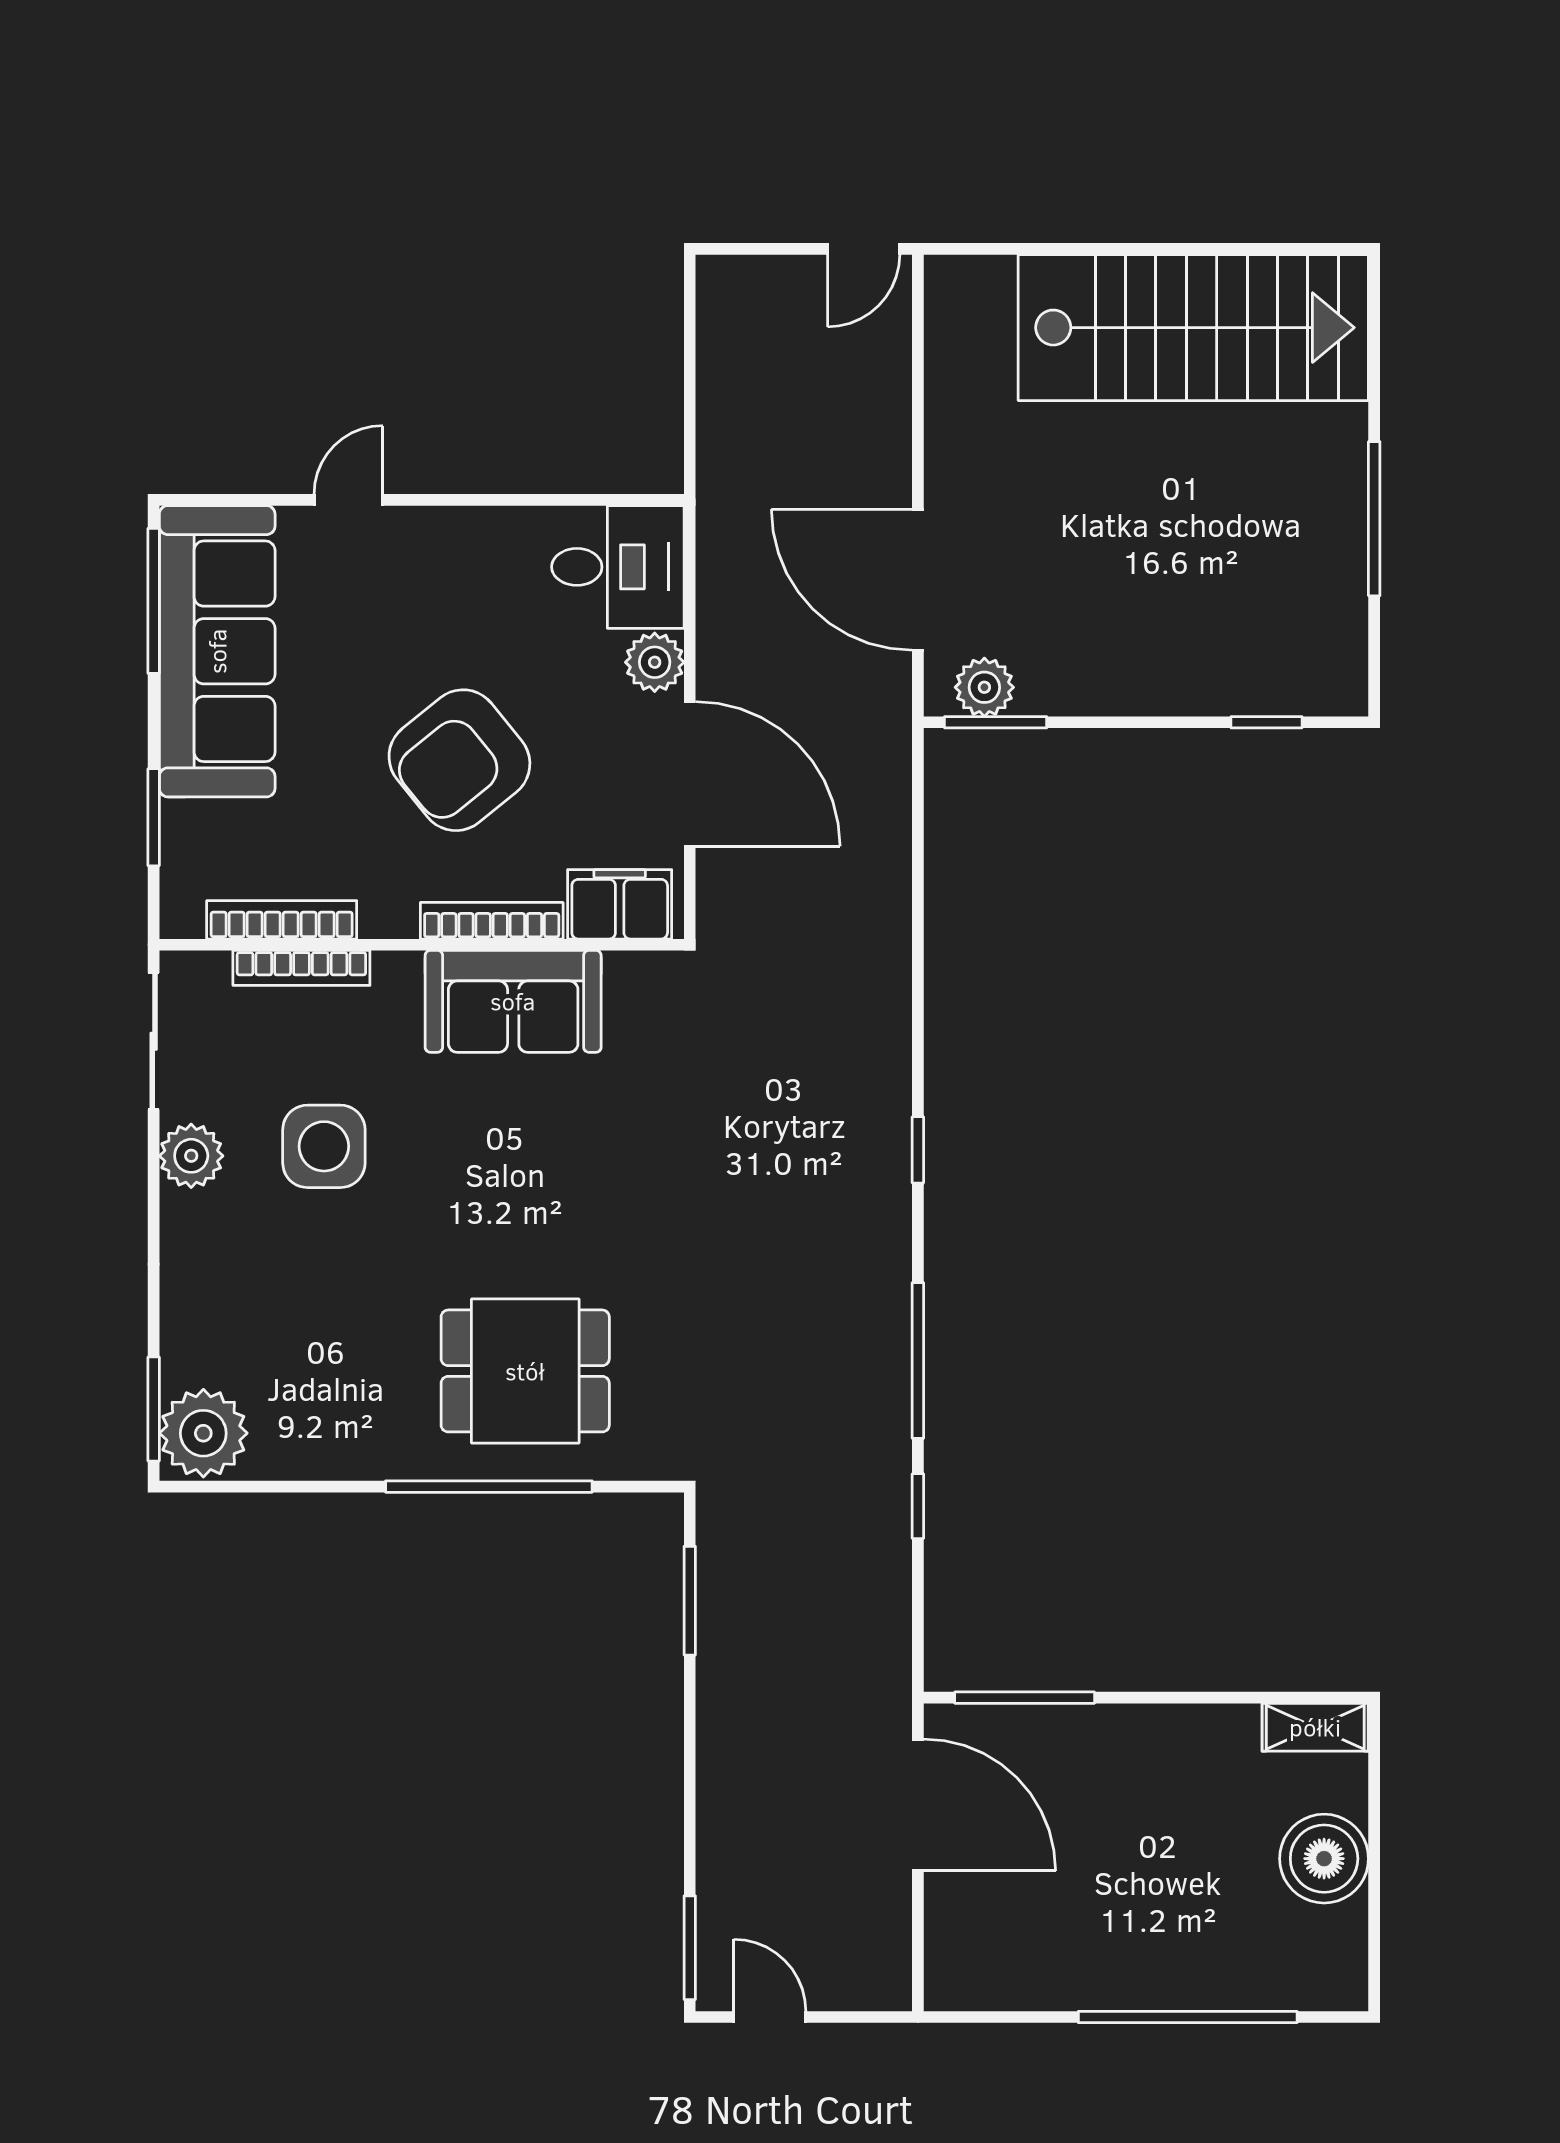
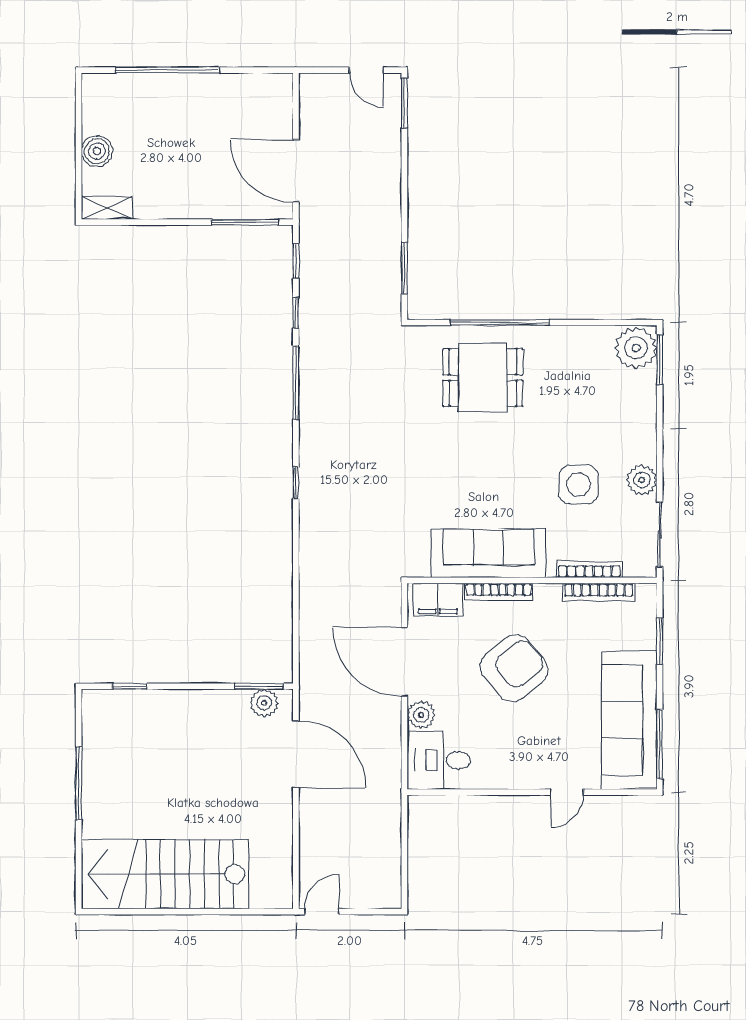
sofa: (513, 1001) -> (488, 553), width x1.36
window: (918, 1616) -> (296, 261), added
boiler: (1324, 1859) -> (97, 151), width x0.73, depth x0.73

